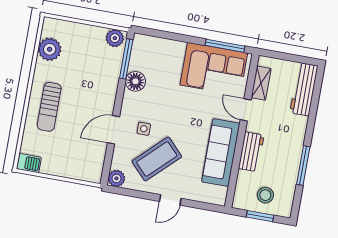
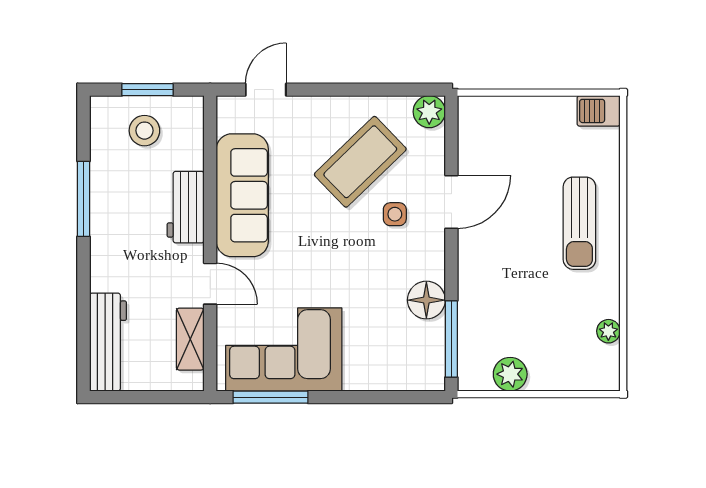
plant: (115, 38) -> (510, 374), moved
plant: (50, 49) -> (608, 331), width x0.53, depth x0.53
sun lounger: (49, 107) -> (579, 223), turned 180
door: (170, 200) -> (266, 90), moved

